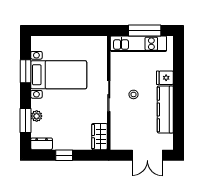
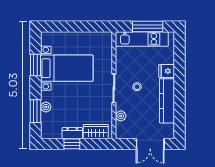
plant: (116, 125) -> (121, 116), added
wardrobe: (99, 137) -> (96, 132), moved, turned 90
dresser: (42, 144) -> (72, 133), moved

